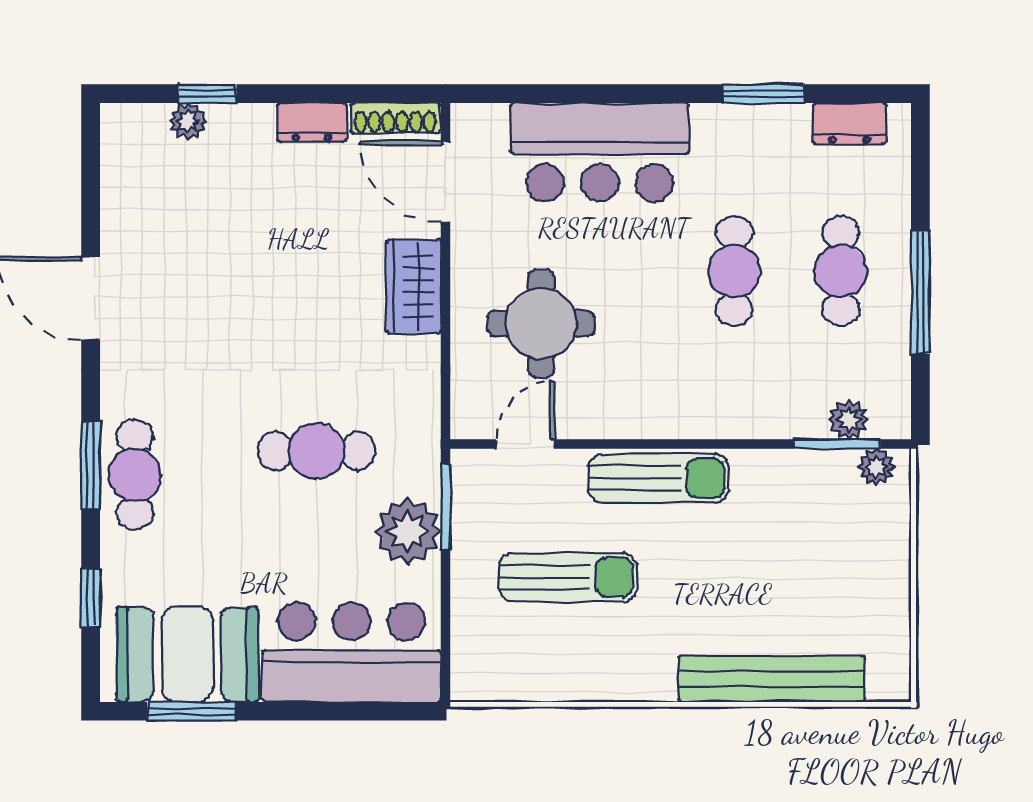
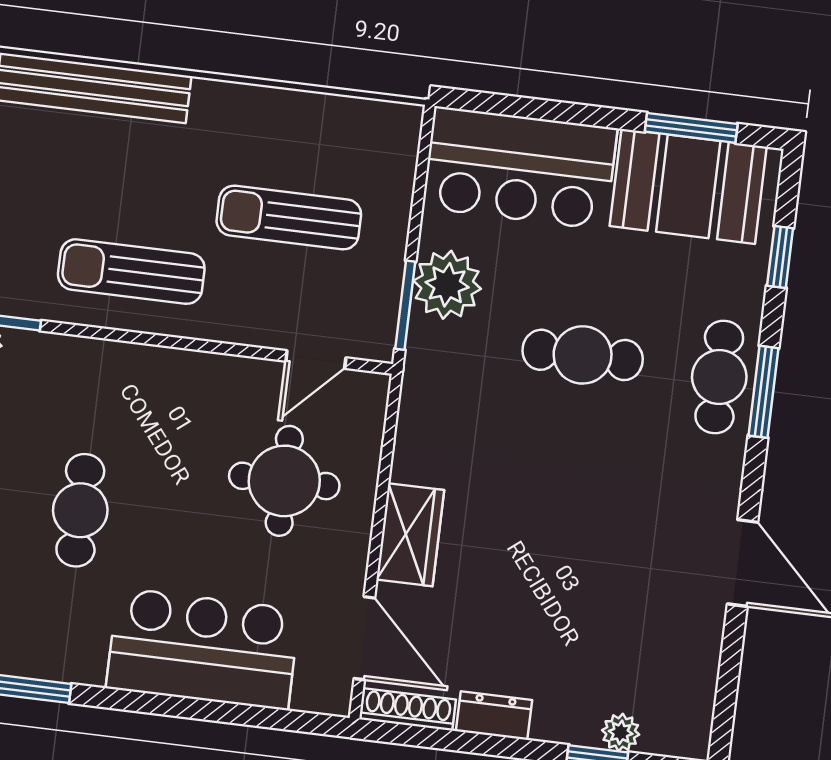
cafe table: (317, 451) -> (583, 355), moved
sun lounger: (658, 478) -> (131, 272), moved

